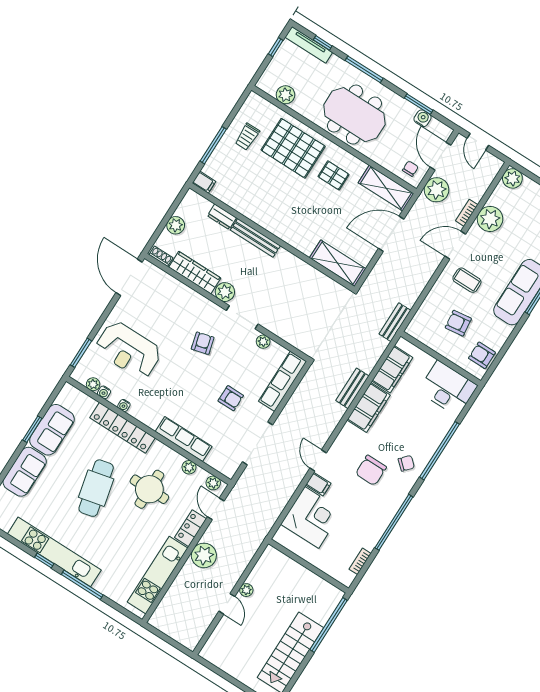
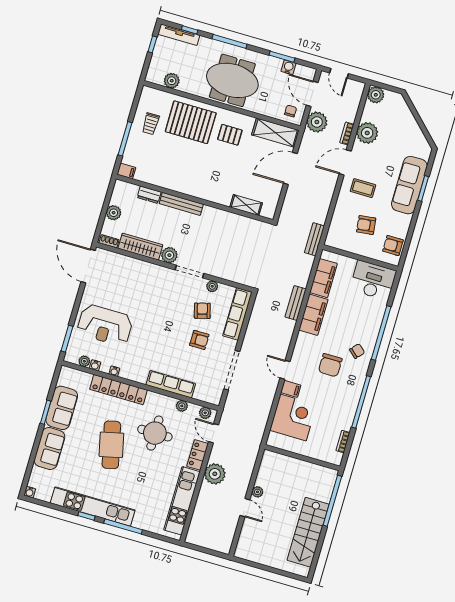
shelving: (338, 263) -> (246, 205), width x0.67, depth x0.75
armchair: (203, 343) -> (202, 311), moved

